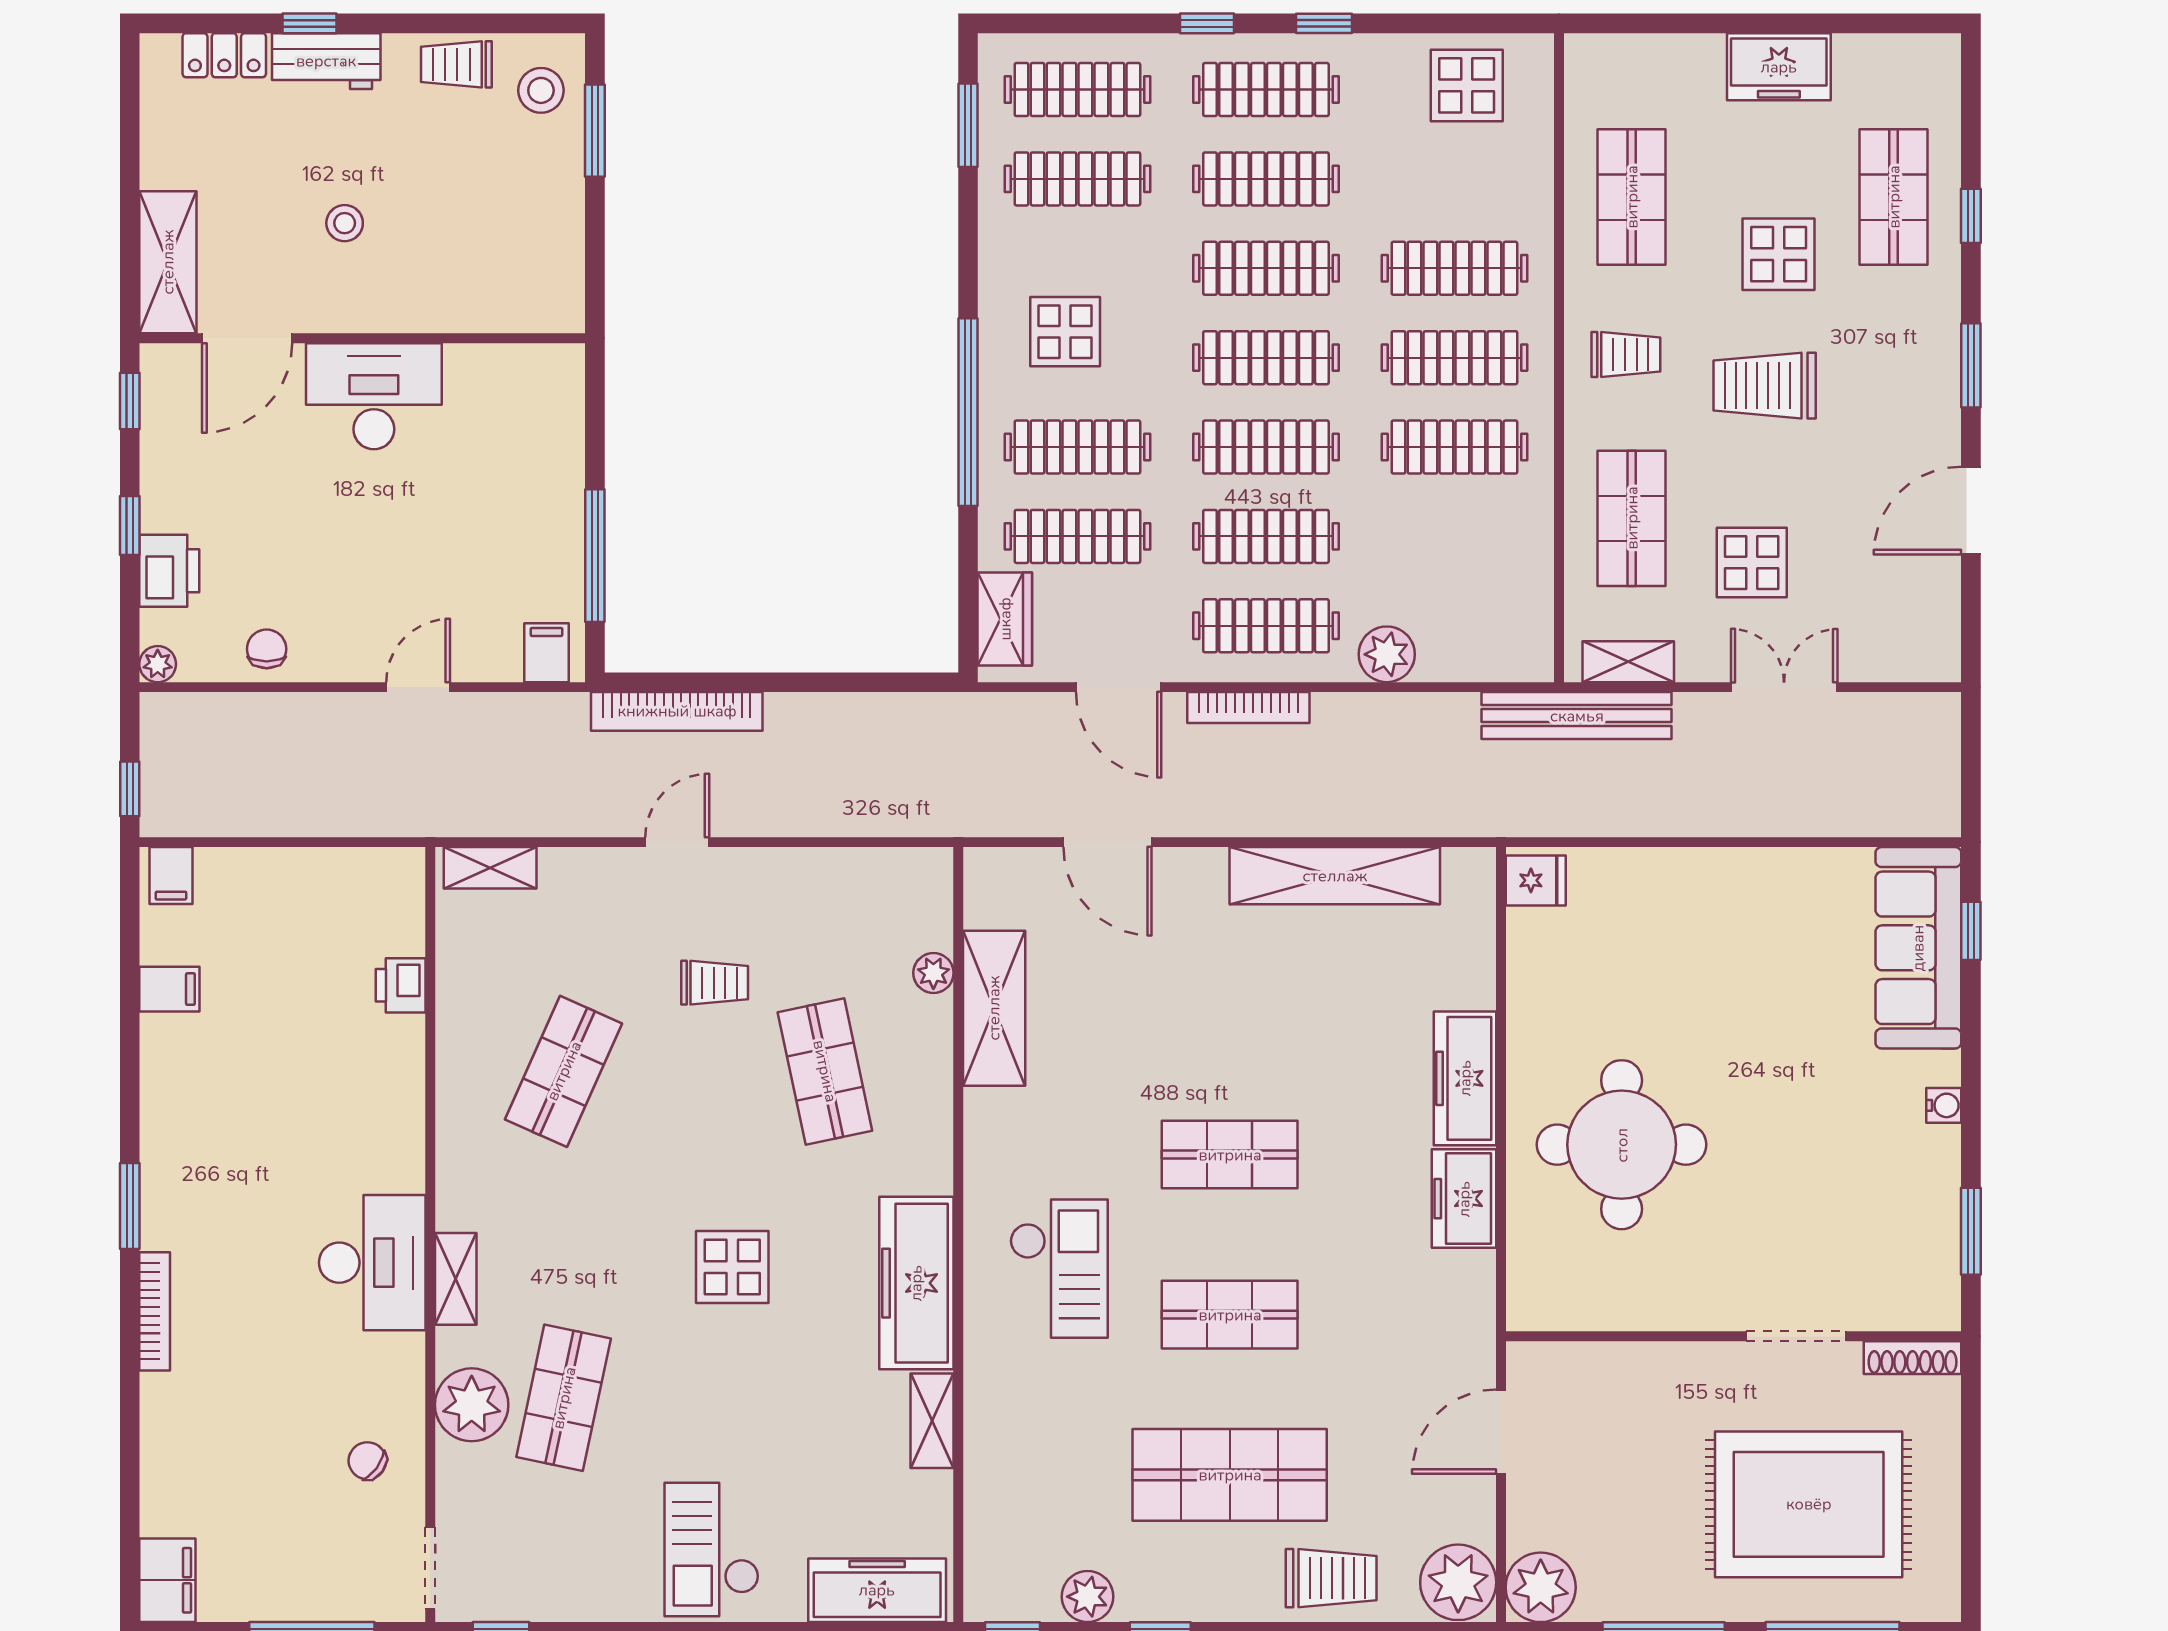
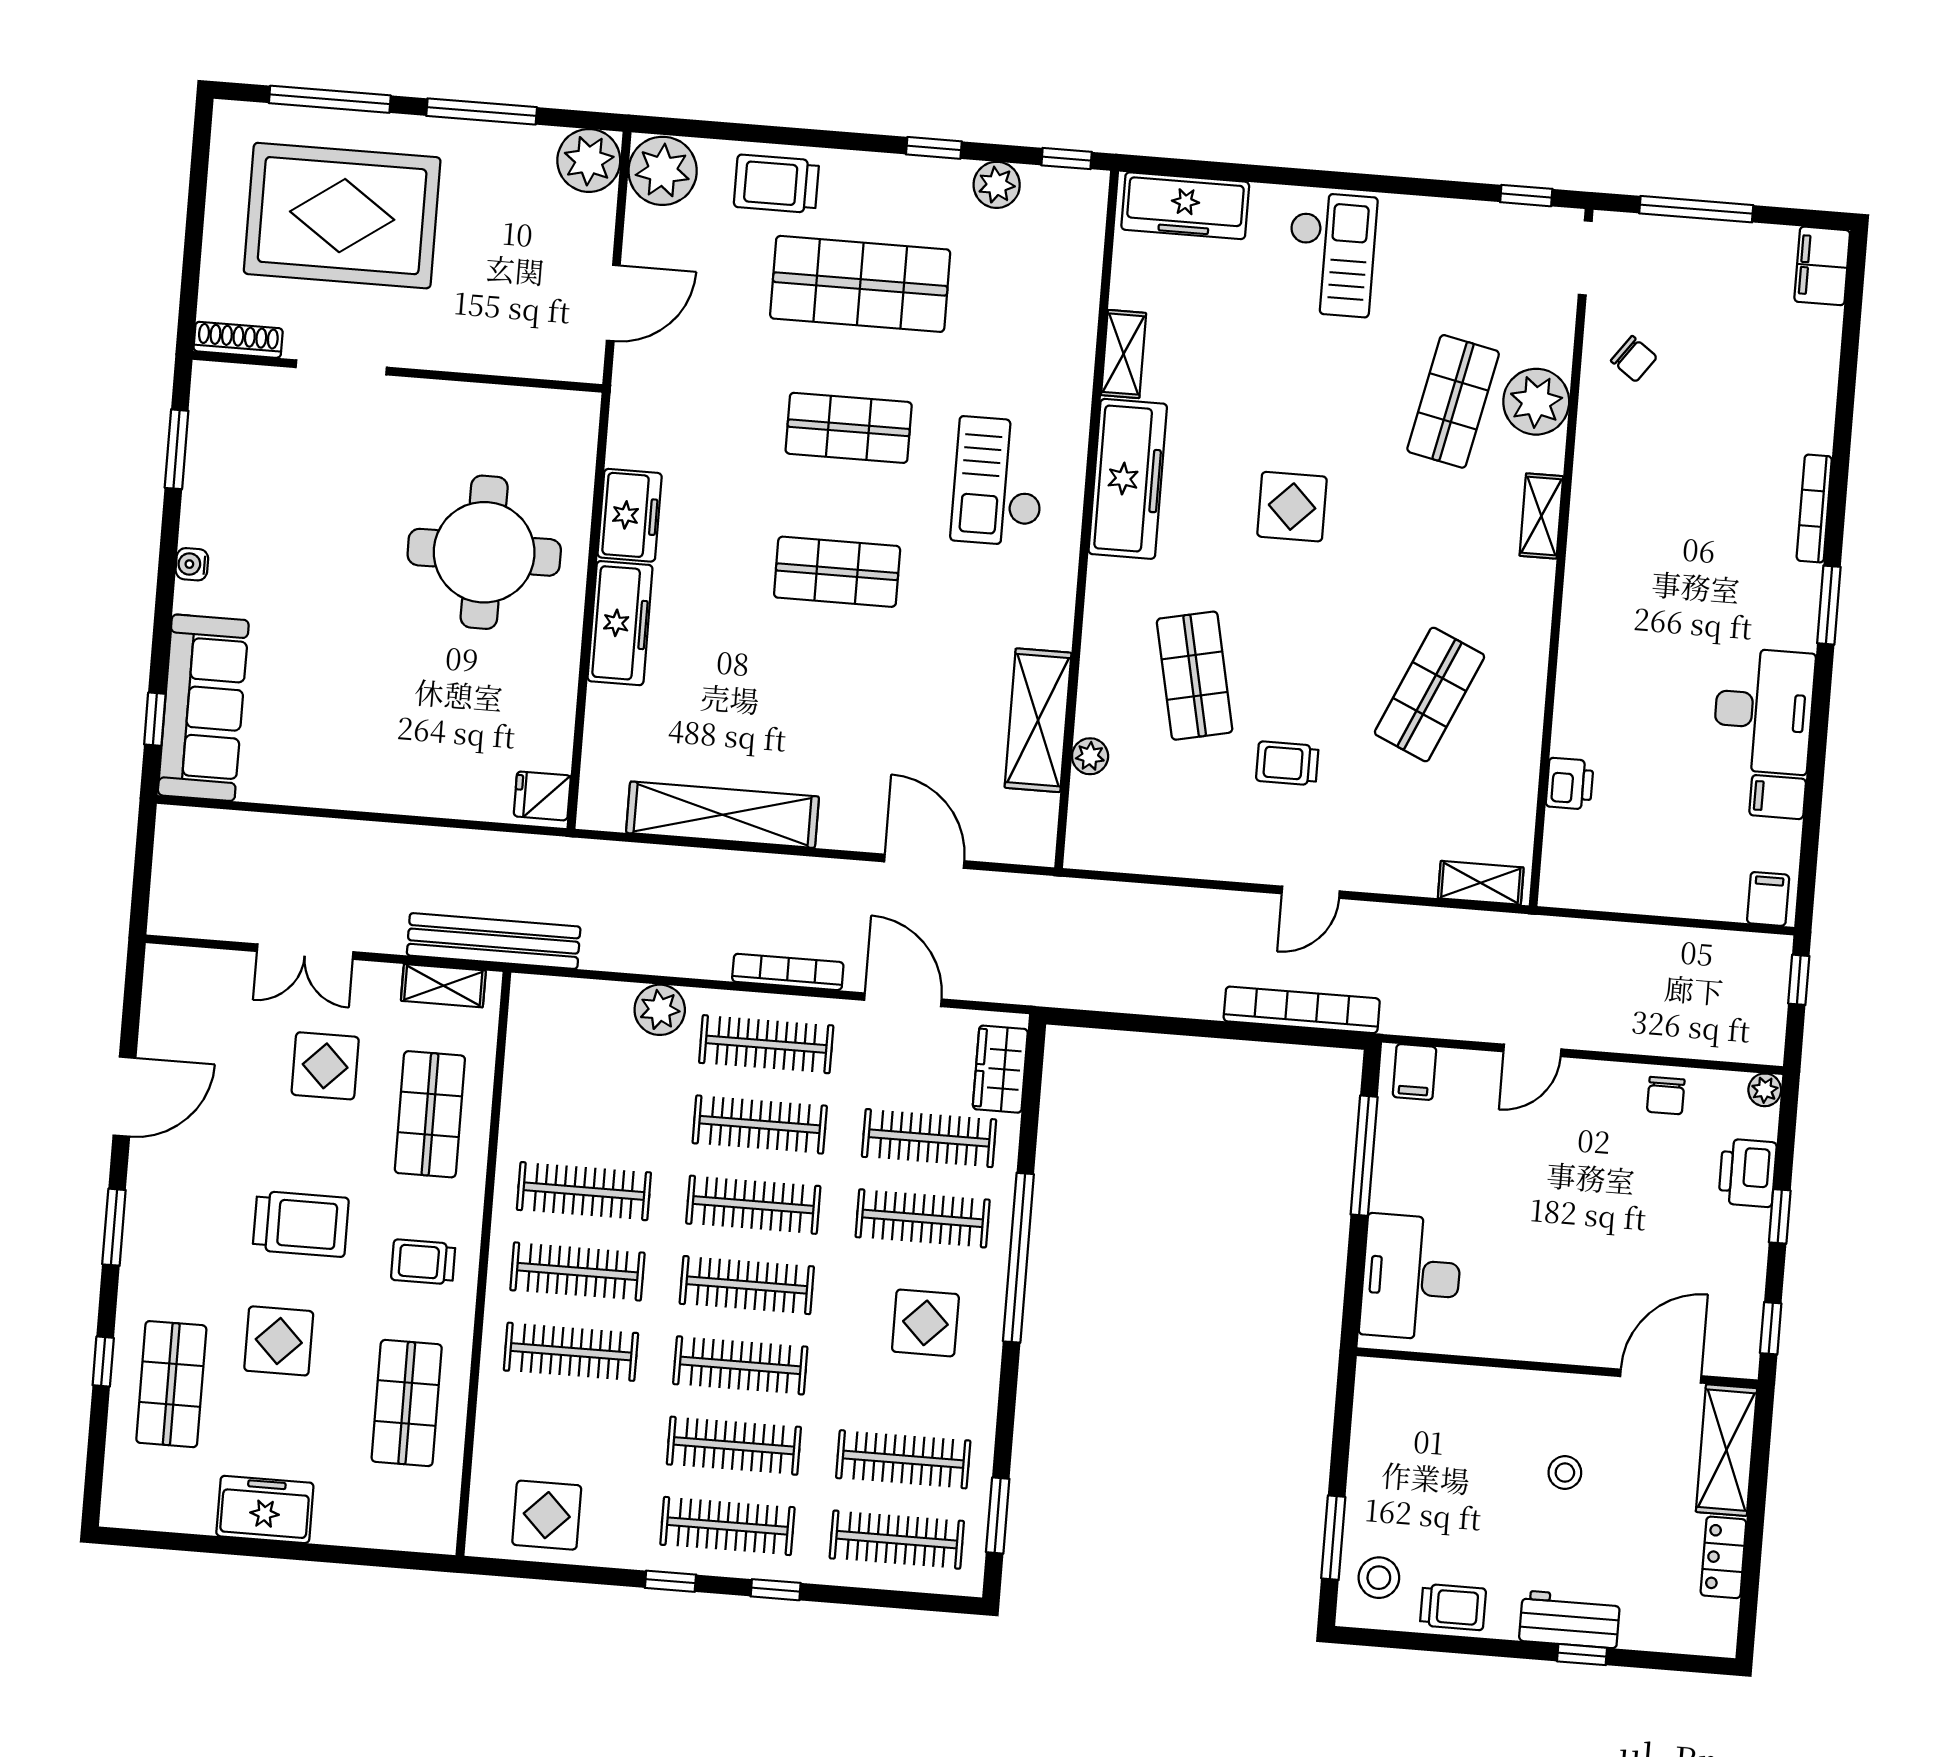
locker: (224, 55) -> (1723, 1557), moved, turned -90
desk: (374, 396) -> (1411, 1277), moved, turned 90
desk: (372, 1263) -> (1764, 711), moved, turned 180

